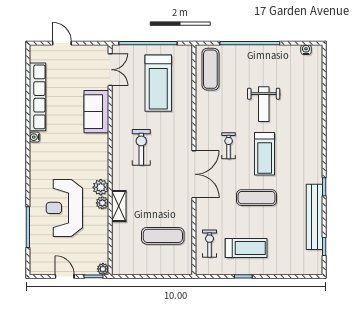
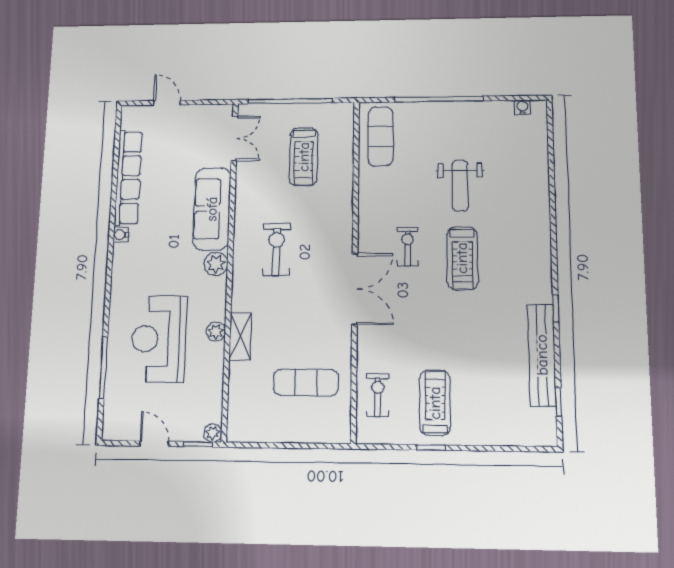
treadmill: (158, 83) -> (304, 157), width x0.73, depth x0.73
sofa: (96, 112) -> (212, 209), width x1.36
plant: (101, 187) -> (216, 264), moved
exercise mat: (257, 198) -> (451, 325), removed
treadmill: (246, 248) -> (435, 403), turned -90

